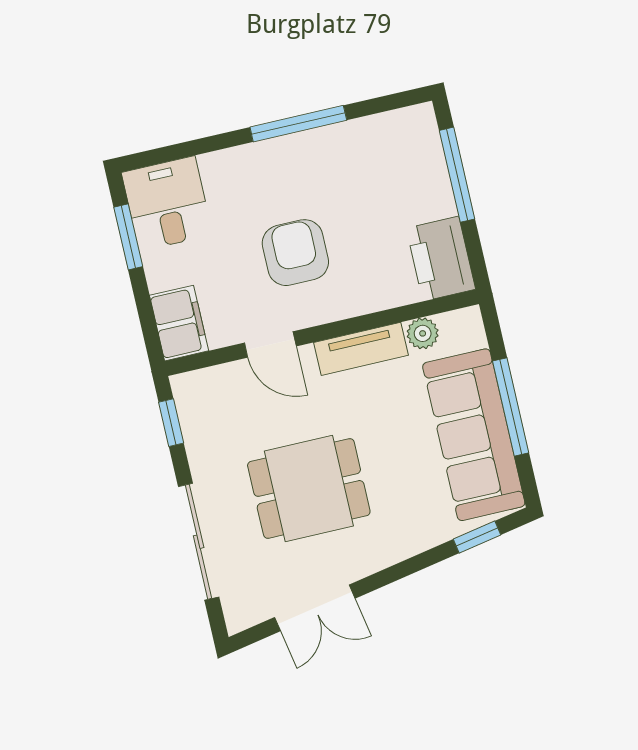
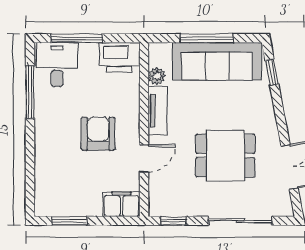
window: (298, 124) -> (30, 92), moved
desk: (167, 204) -> (57, 65), moved, turned 90
armchair: (295, 253) -> (98, 134), turned 90
dining table: (309, 488) -> (225, 156), turned 90

